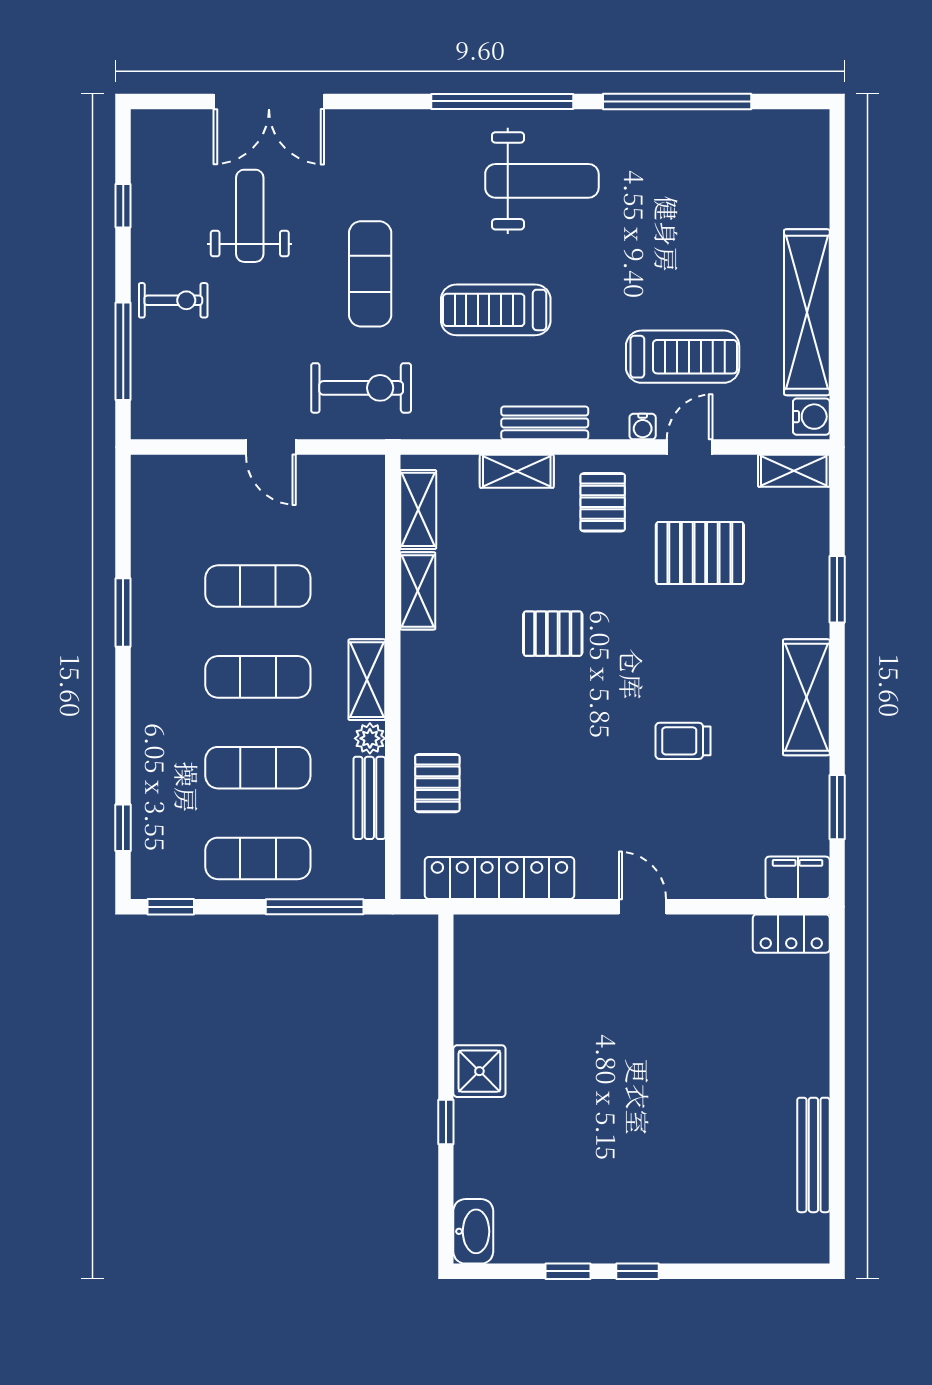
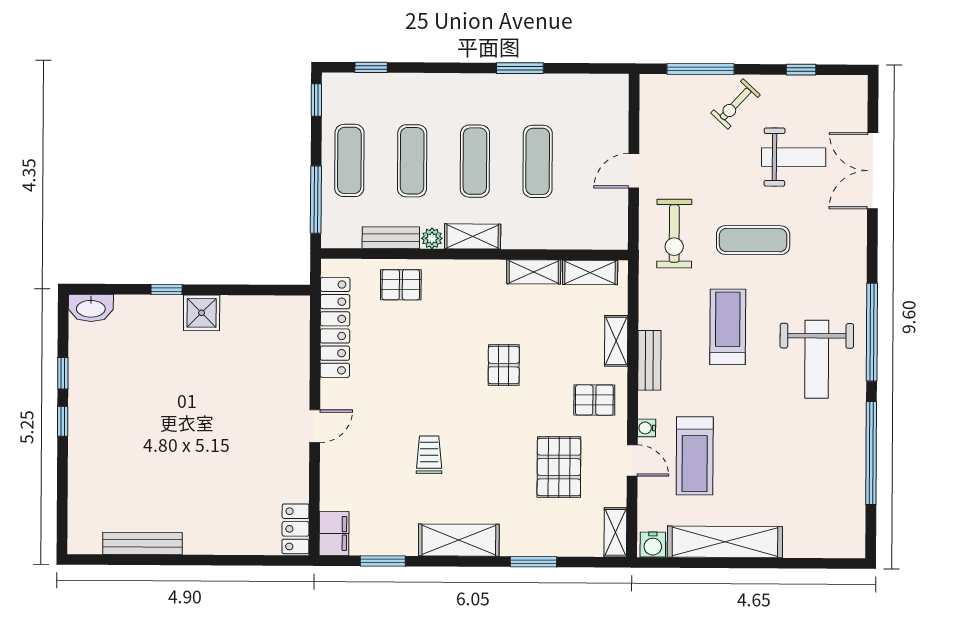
exercise bike: (173, 300) -> (736, 104), turned 43

